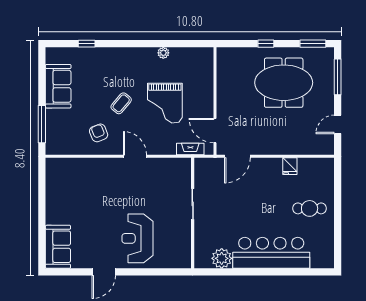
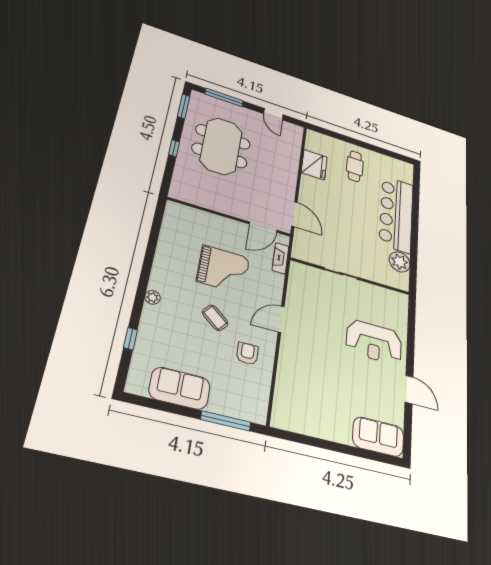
plant: (163, 53) -> (153, 297), moved
armchair: (99, 133) -> (247, 354), turned 112
fridge: (290, 166) -> (314, 165), width x1.88, depth x1.34

